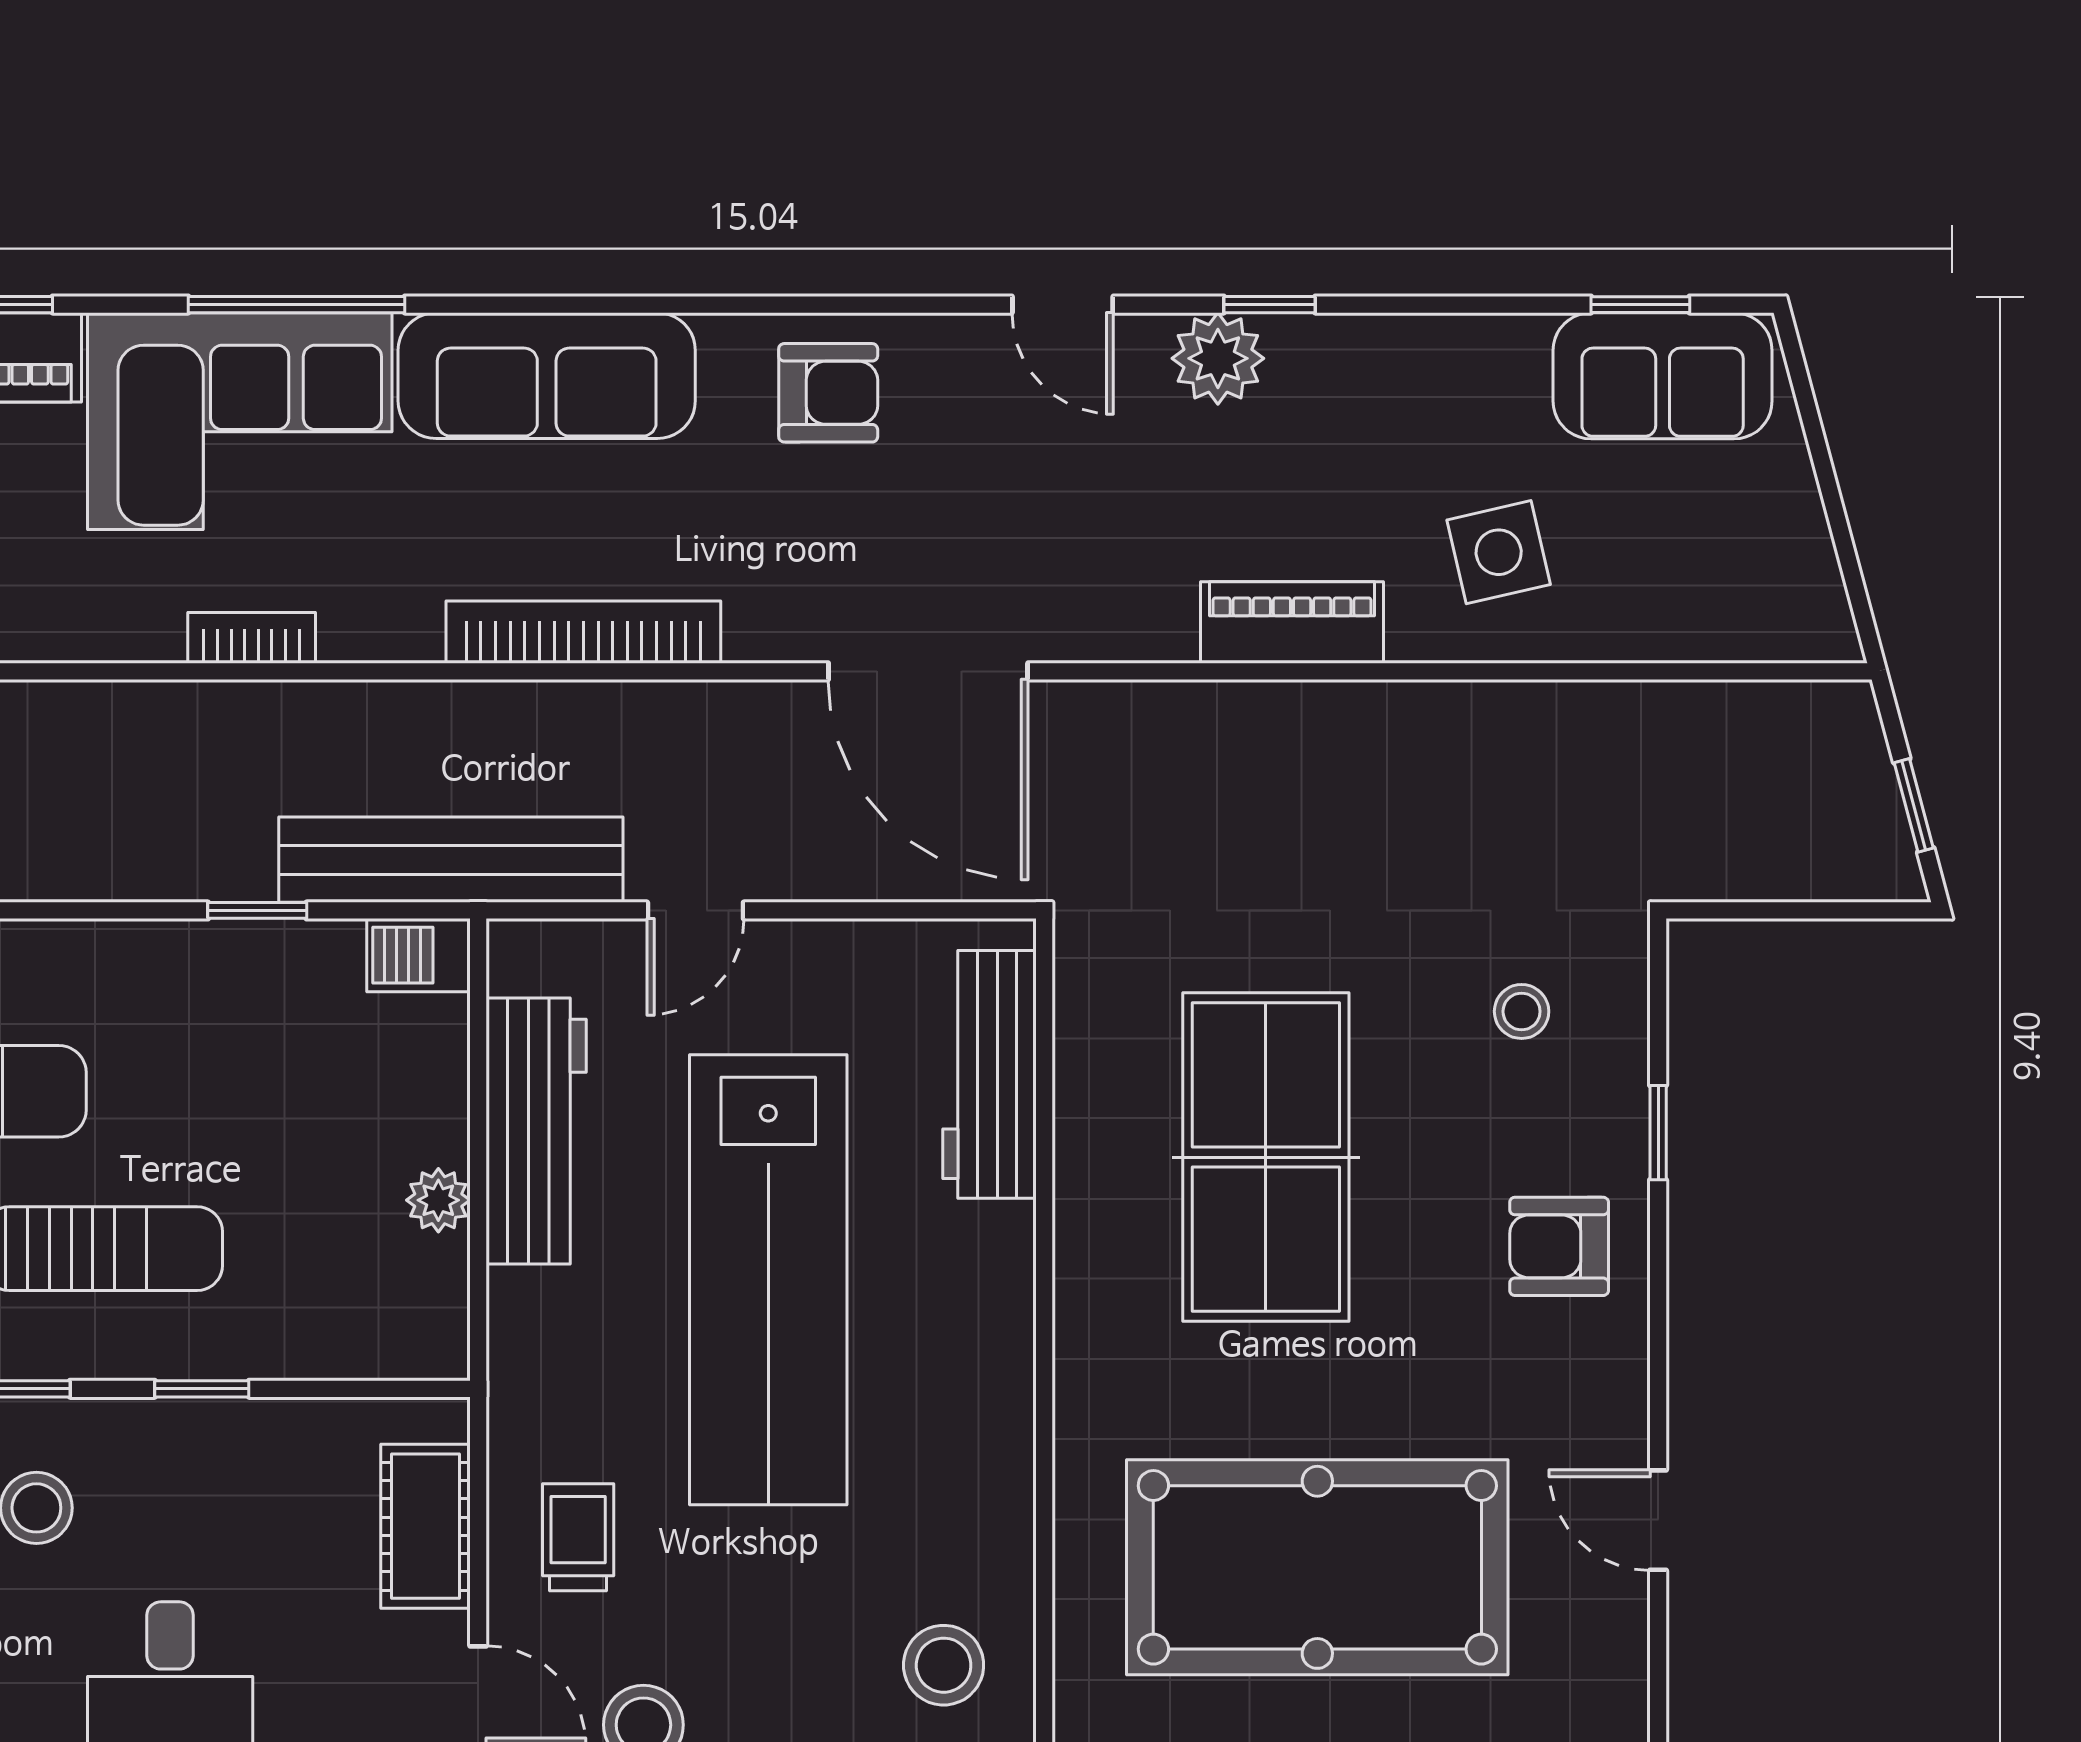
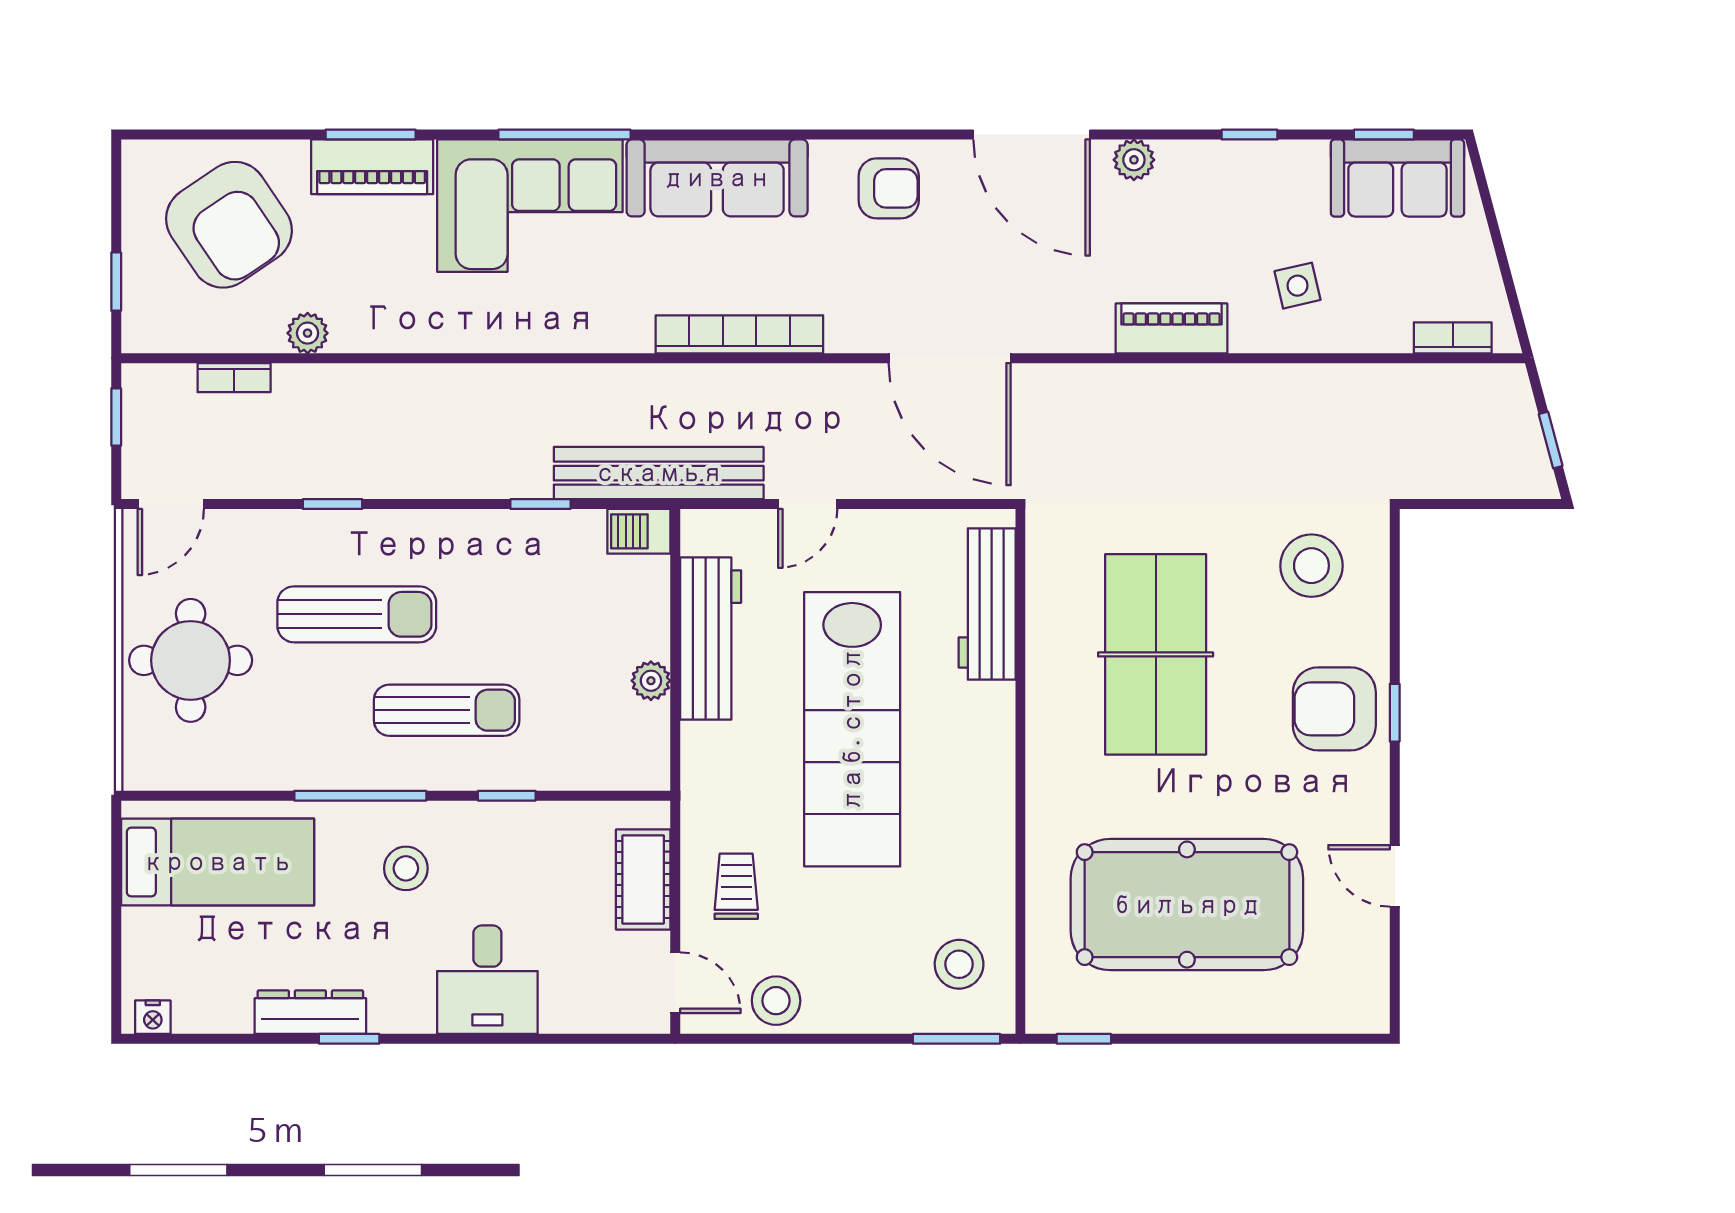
door: (1063, 305) -> (1032, 135), width x1.87
window: (1270, 305) -> (1250, 135), moved
plant: (1218, 358) -> (1134, 160), width x0.73, depth x0.73
side table: (1499, 552) -> (1297, 286), width x0.73, depth x0.73
bookcase: (252, 638) -> (1453, 338), moved
stool: (1522, 1011) -> (1311, 566), width x1.89, depth x1.89
window: (1658, 1133) -> (1395, 713), moved
armchair: (1559, 1246) -> (1334, 709), width x1.38, depth x1.38

